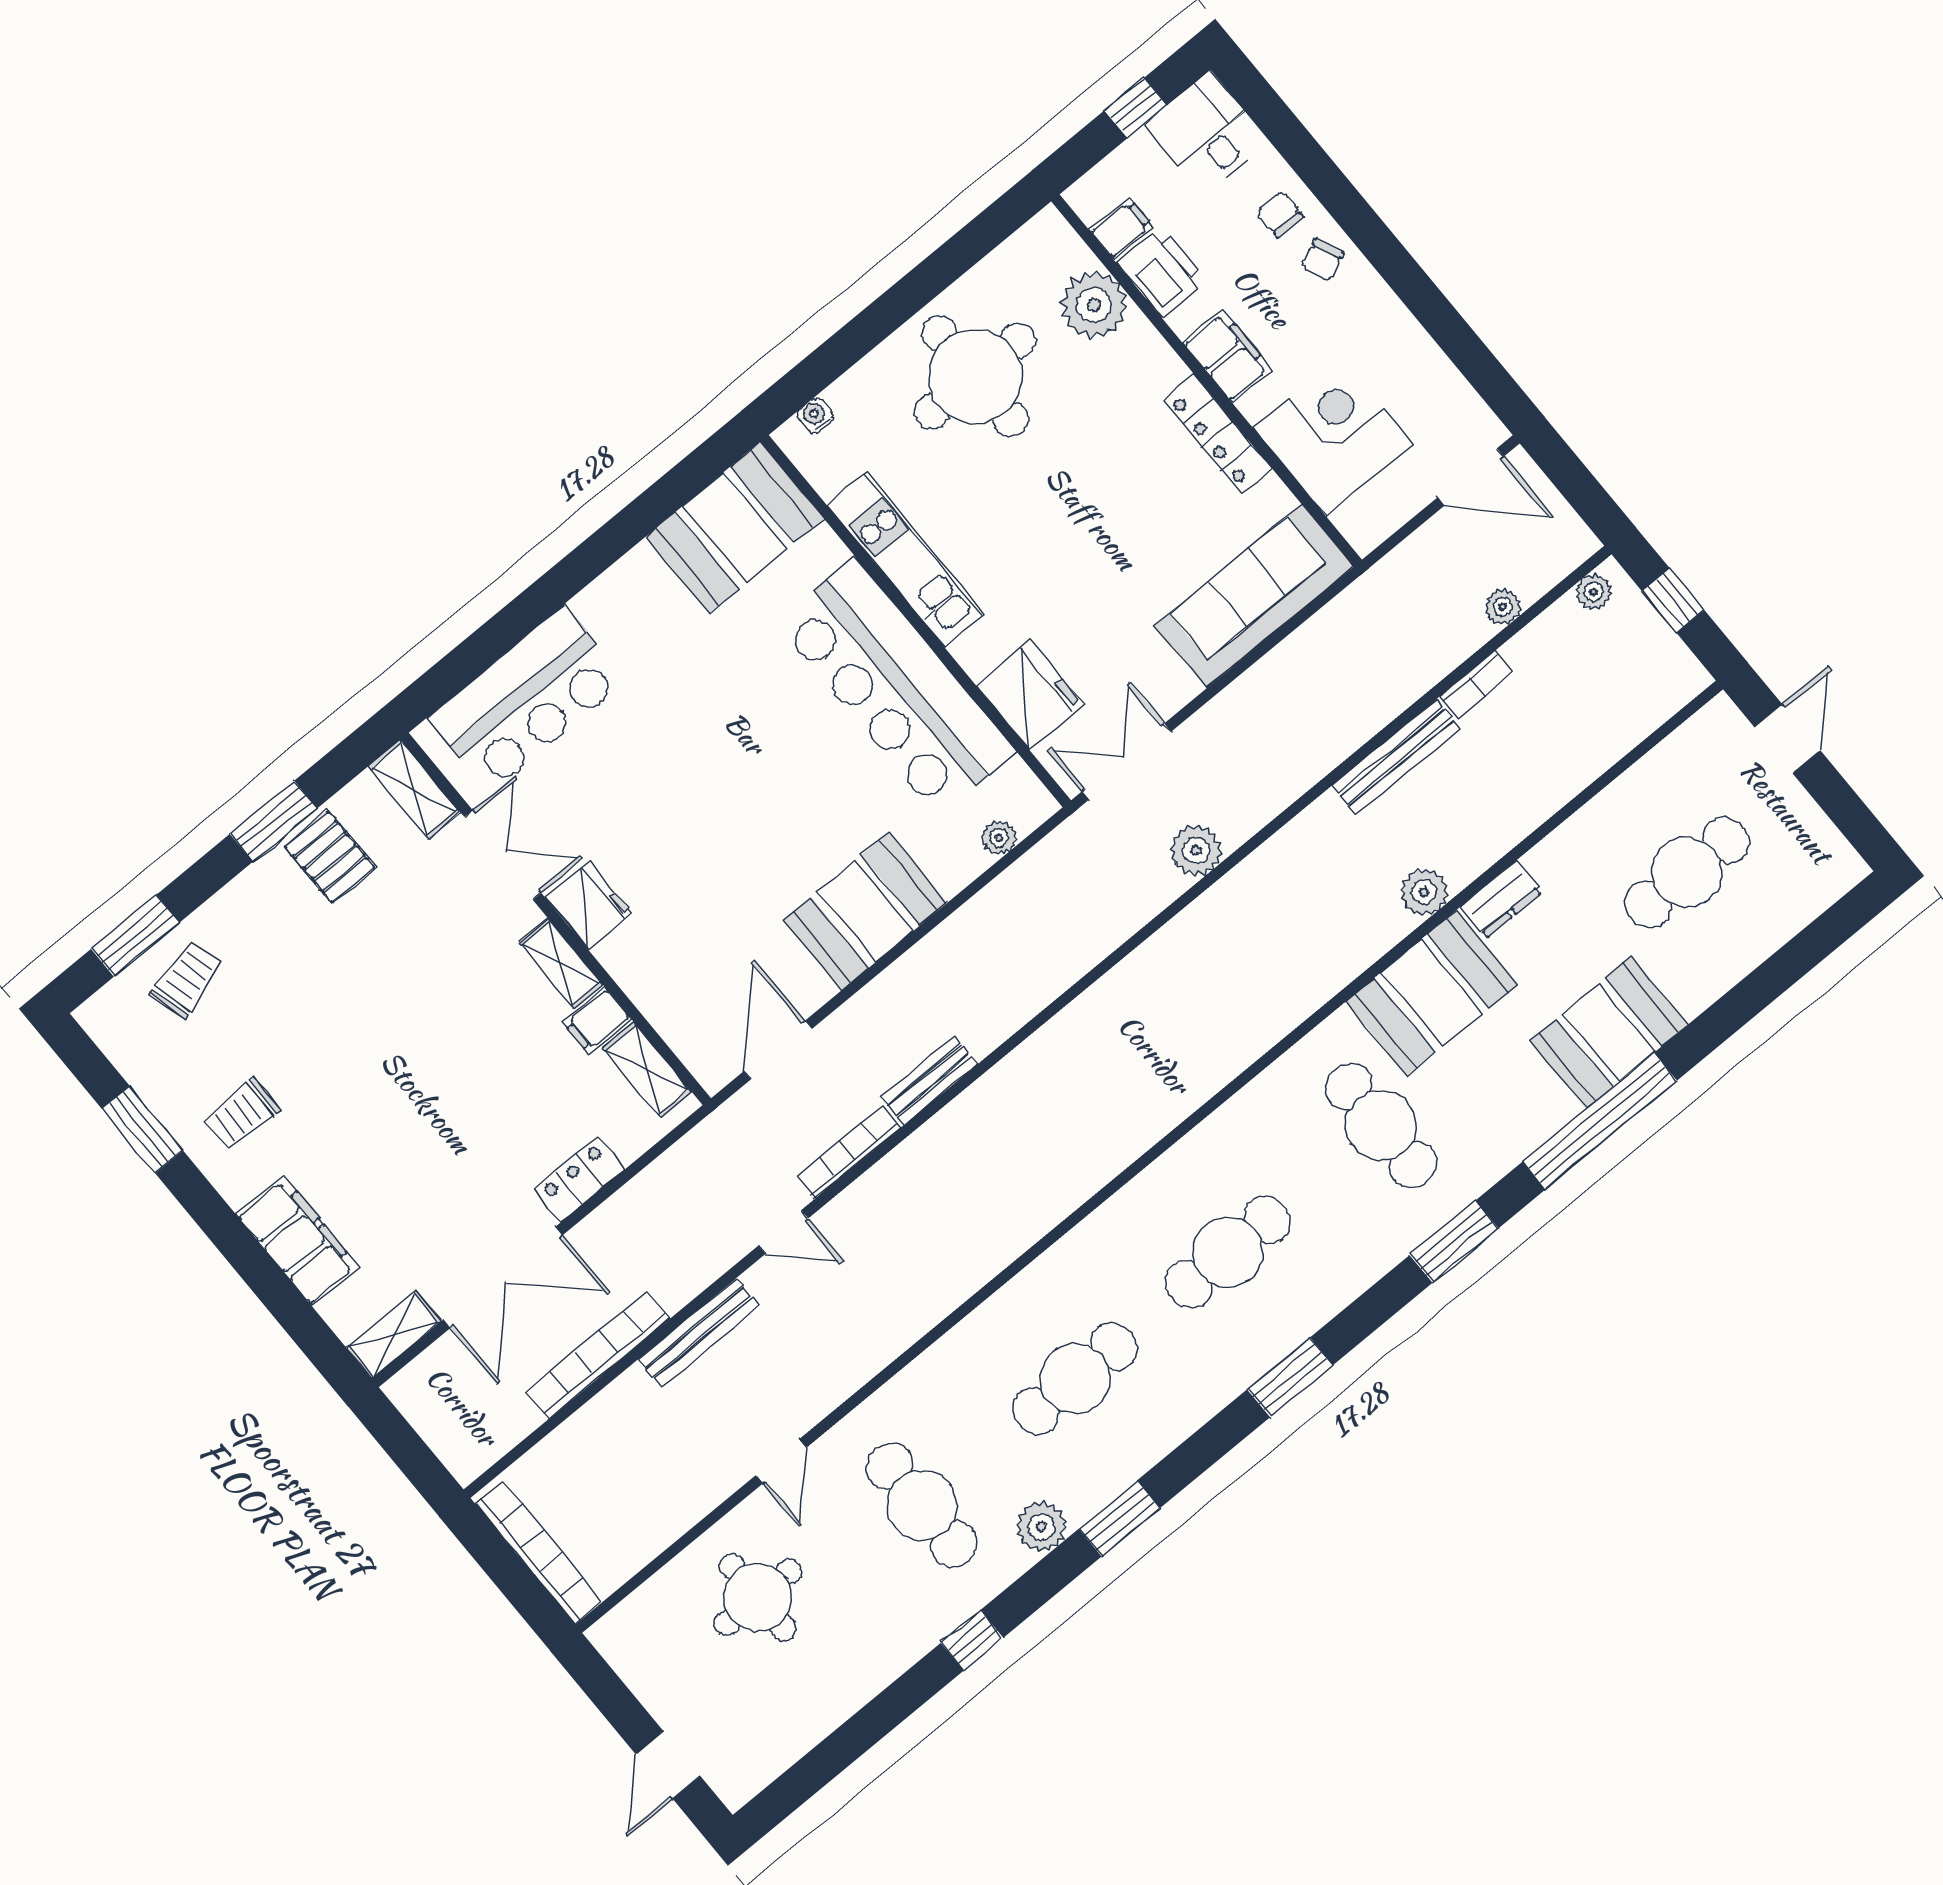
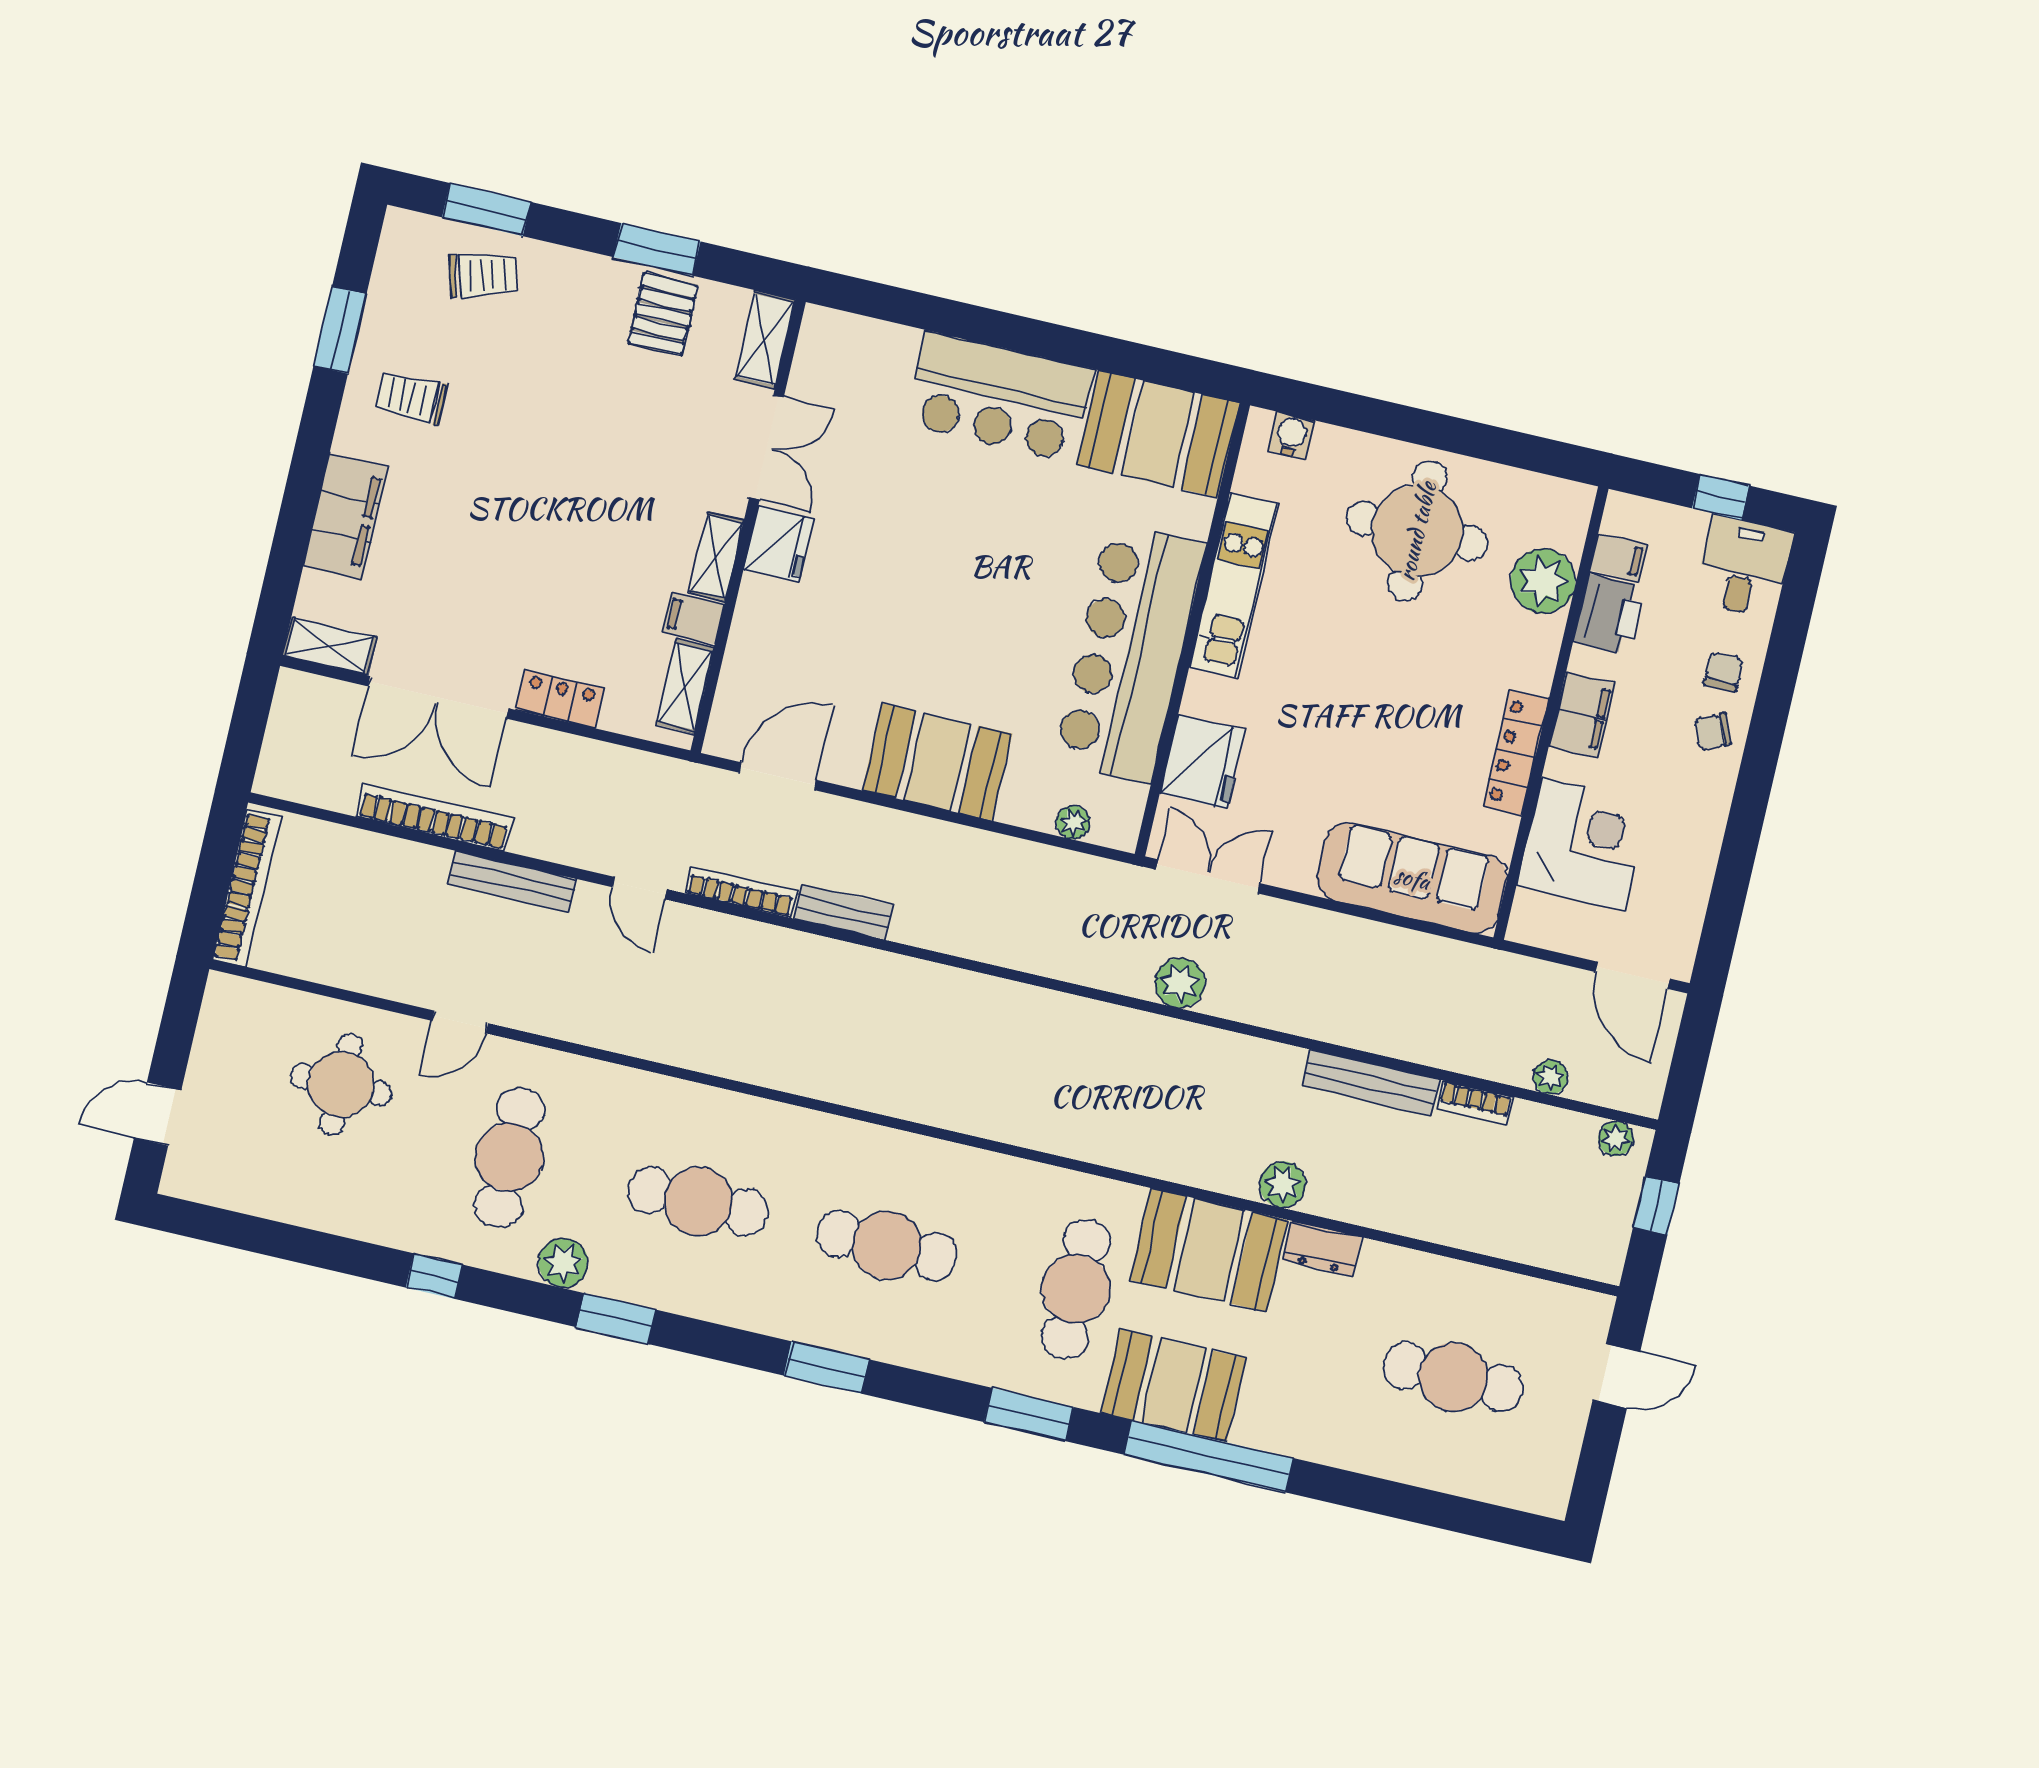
water cooler: (816, 415) -> (1291, 436), width x1.38, depth x1.38
bar counter: (527, 699) -> (999, 397), moved
booth: (1609, 1033) -> (1173, 1386), moved

